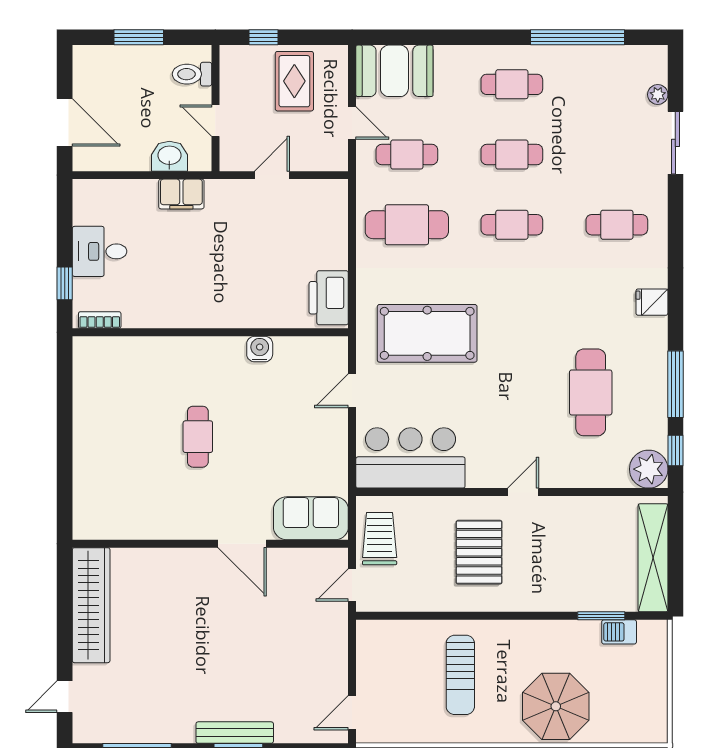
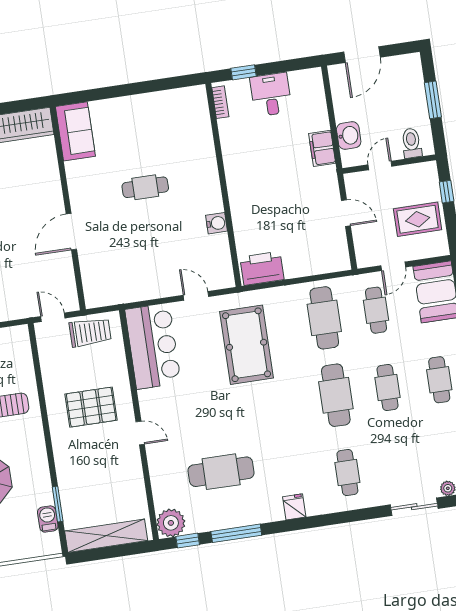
cafe table: (512, 225) -> (336, 395), width x1.37, depth x1.35
sofa: (311, 518) -> (75, 131), moved

